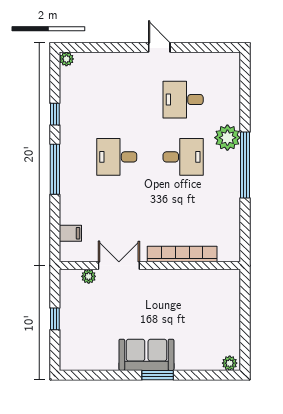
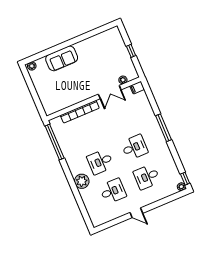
desk: (117, 100) -> (147, 177), added
window: (55, 114) -> (185, 179), moved
window: (245, 165) -> (55, 142), moved
filing cabinet: (70, 233) -> (137, 88), moved
sofa: (146, 355) -> (62, 58), moved
window: (158, 375) -> (66, 44), removed

